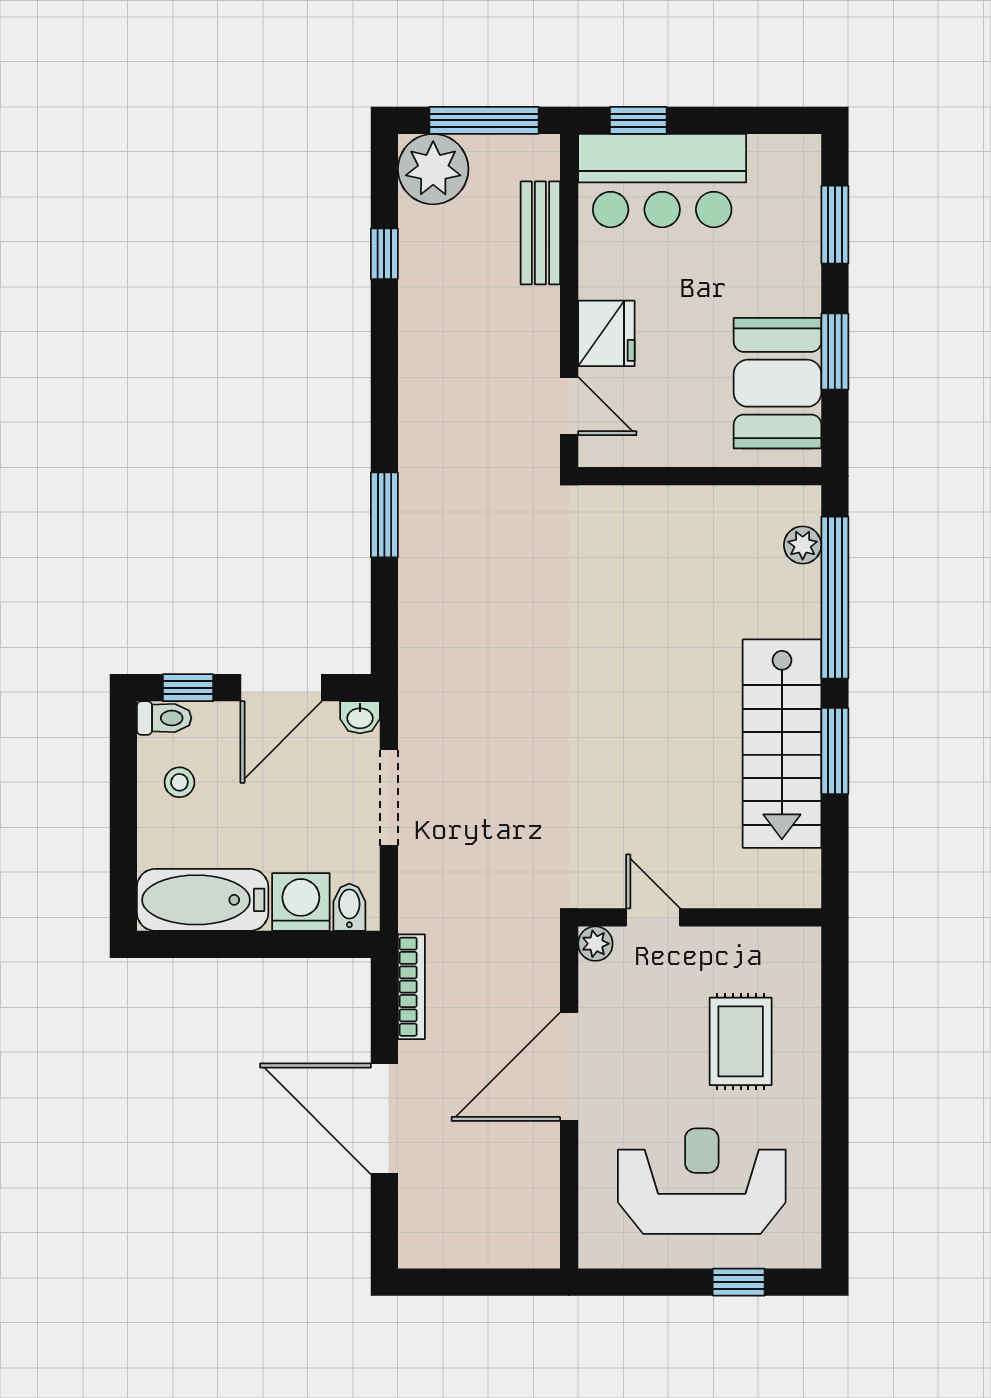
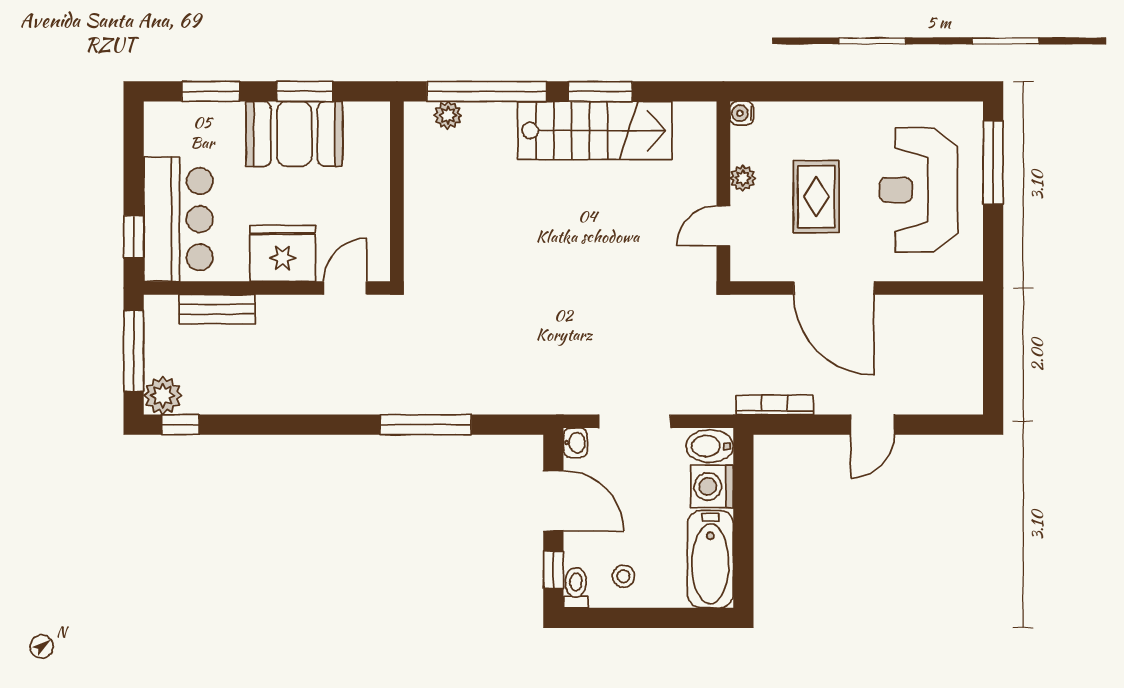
plant: (433, 169) -> (163, 395), width x0.73, depth x0.73
window: (384, 254) -> (180, 425), moved
fridge: (606, 333) -> (283, 253), width x1.36, depth x1.34
booth: (777, 383) -> (294, 134), moved
window: (384, 515) -> (426, 425), width x1.44
bidet: (349, 907) -> (710, 446), width x1.38, depth x1.36
water cooler: (805, 942) -> (742, 113), added
plant: (595, 944) -> (743, 178), moved
rug: (741, 1041) -> (816, 197), moved, turned 90
door: (384, 1119) -> (872, 425), width x0.53
window: (739, 1282) -> (993, 163), width x2.17

